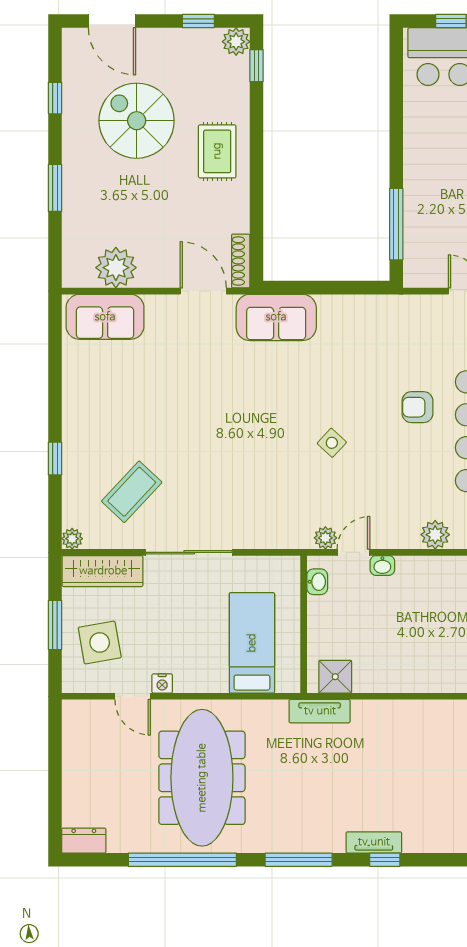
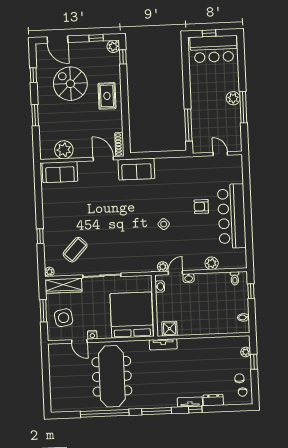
bed: (252, 643) -> (132, 315), width x2.04
dresser: (84, 841) -> (213, 400), moved

